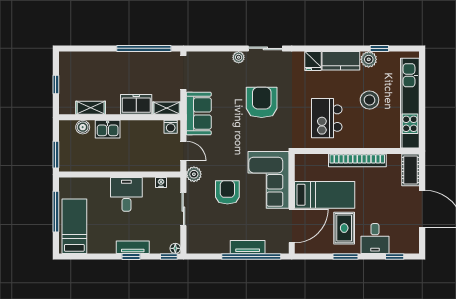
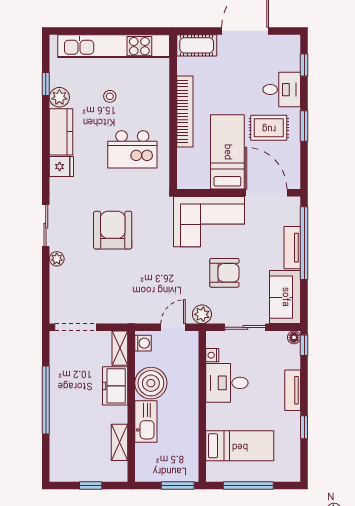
window: (144, 48) -> (46, 400), moved
stool: (369, 100) -> (110, 96), width x0.53, depth x0.53
armchair: (262, 102) -> (113, 230), turned 90
sofa: (199, 113) -> (285, 297), moved, turned -90
boiler: (83, 127) -> (151, 383), moved, width x1.86, depth x1.86
kitchen sink: (108, 129) -> (146, 421), width x1.38
armchair: (227, 192) -> (224, 273), turned 180
desk: (126, 194) -> (227, 383), moved
bed: (74, 226) -> (240, 446), moved, turned 180
window: (131, 256) -> (304, 427), moved

